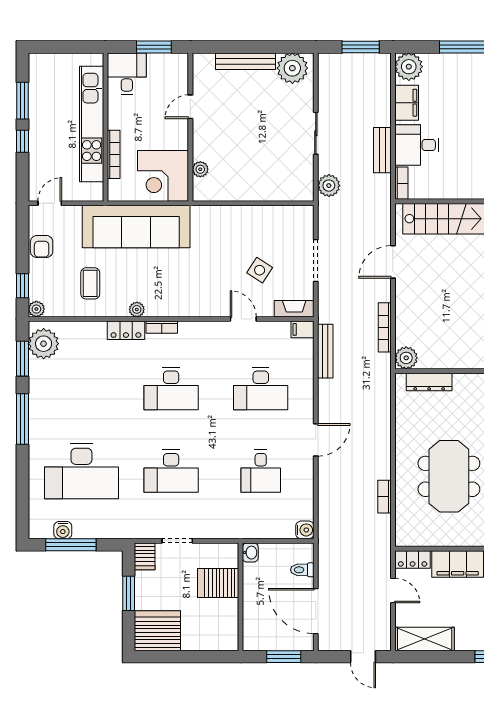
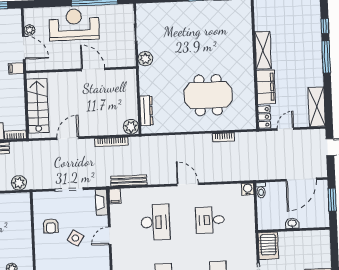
armchair: (262, 231) -> (51, 226), added
door: (393, 262) -> (68, 138), swing flipped
side table: (260, 270) -> (75, 238), moved
desk: (261, 471) -> (210, 220), turned 180
washbasin: (250, 553) -> (292, 223), moved
toilet: (302, 570) -> (261, 190), moved
server rack: (218, 583) -> (268, 246), moved

